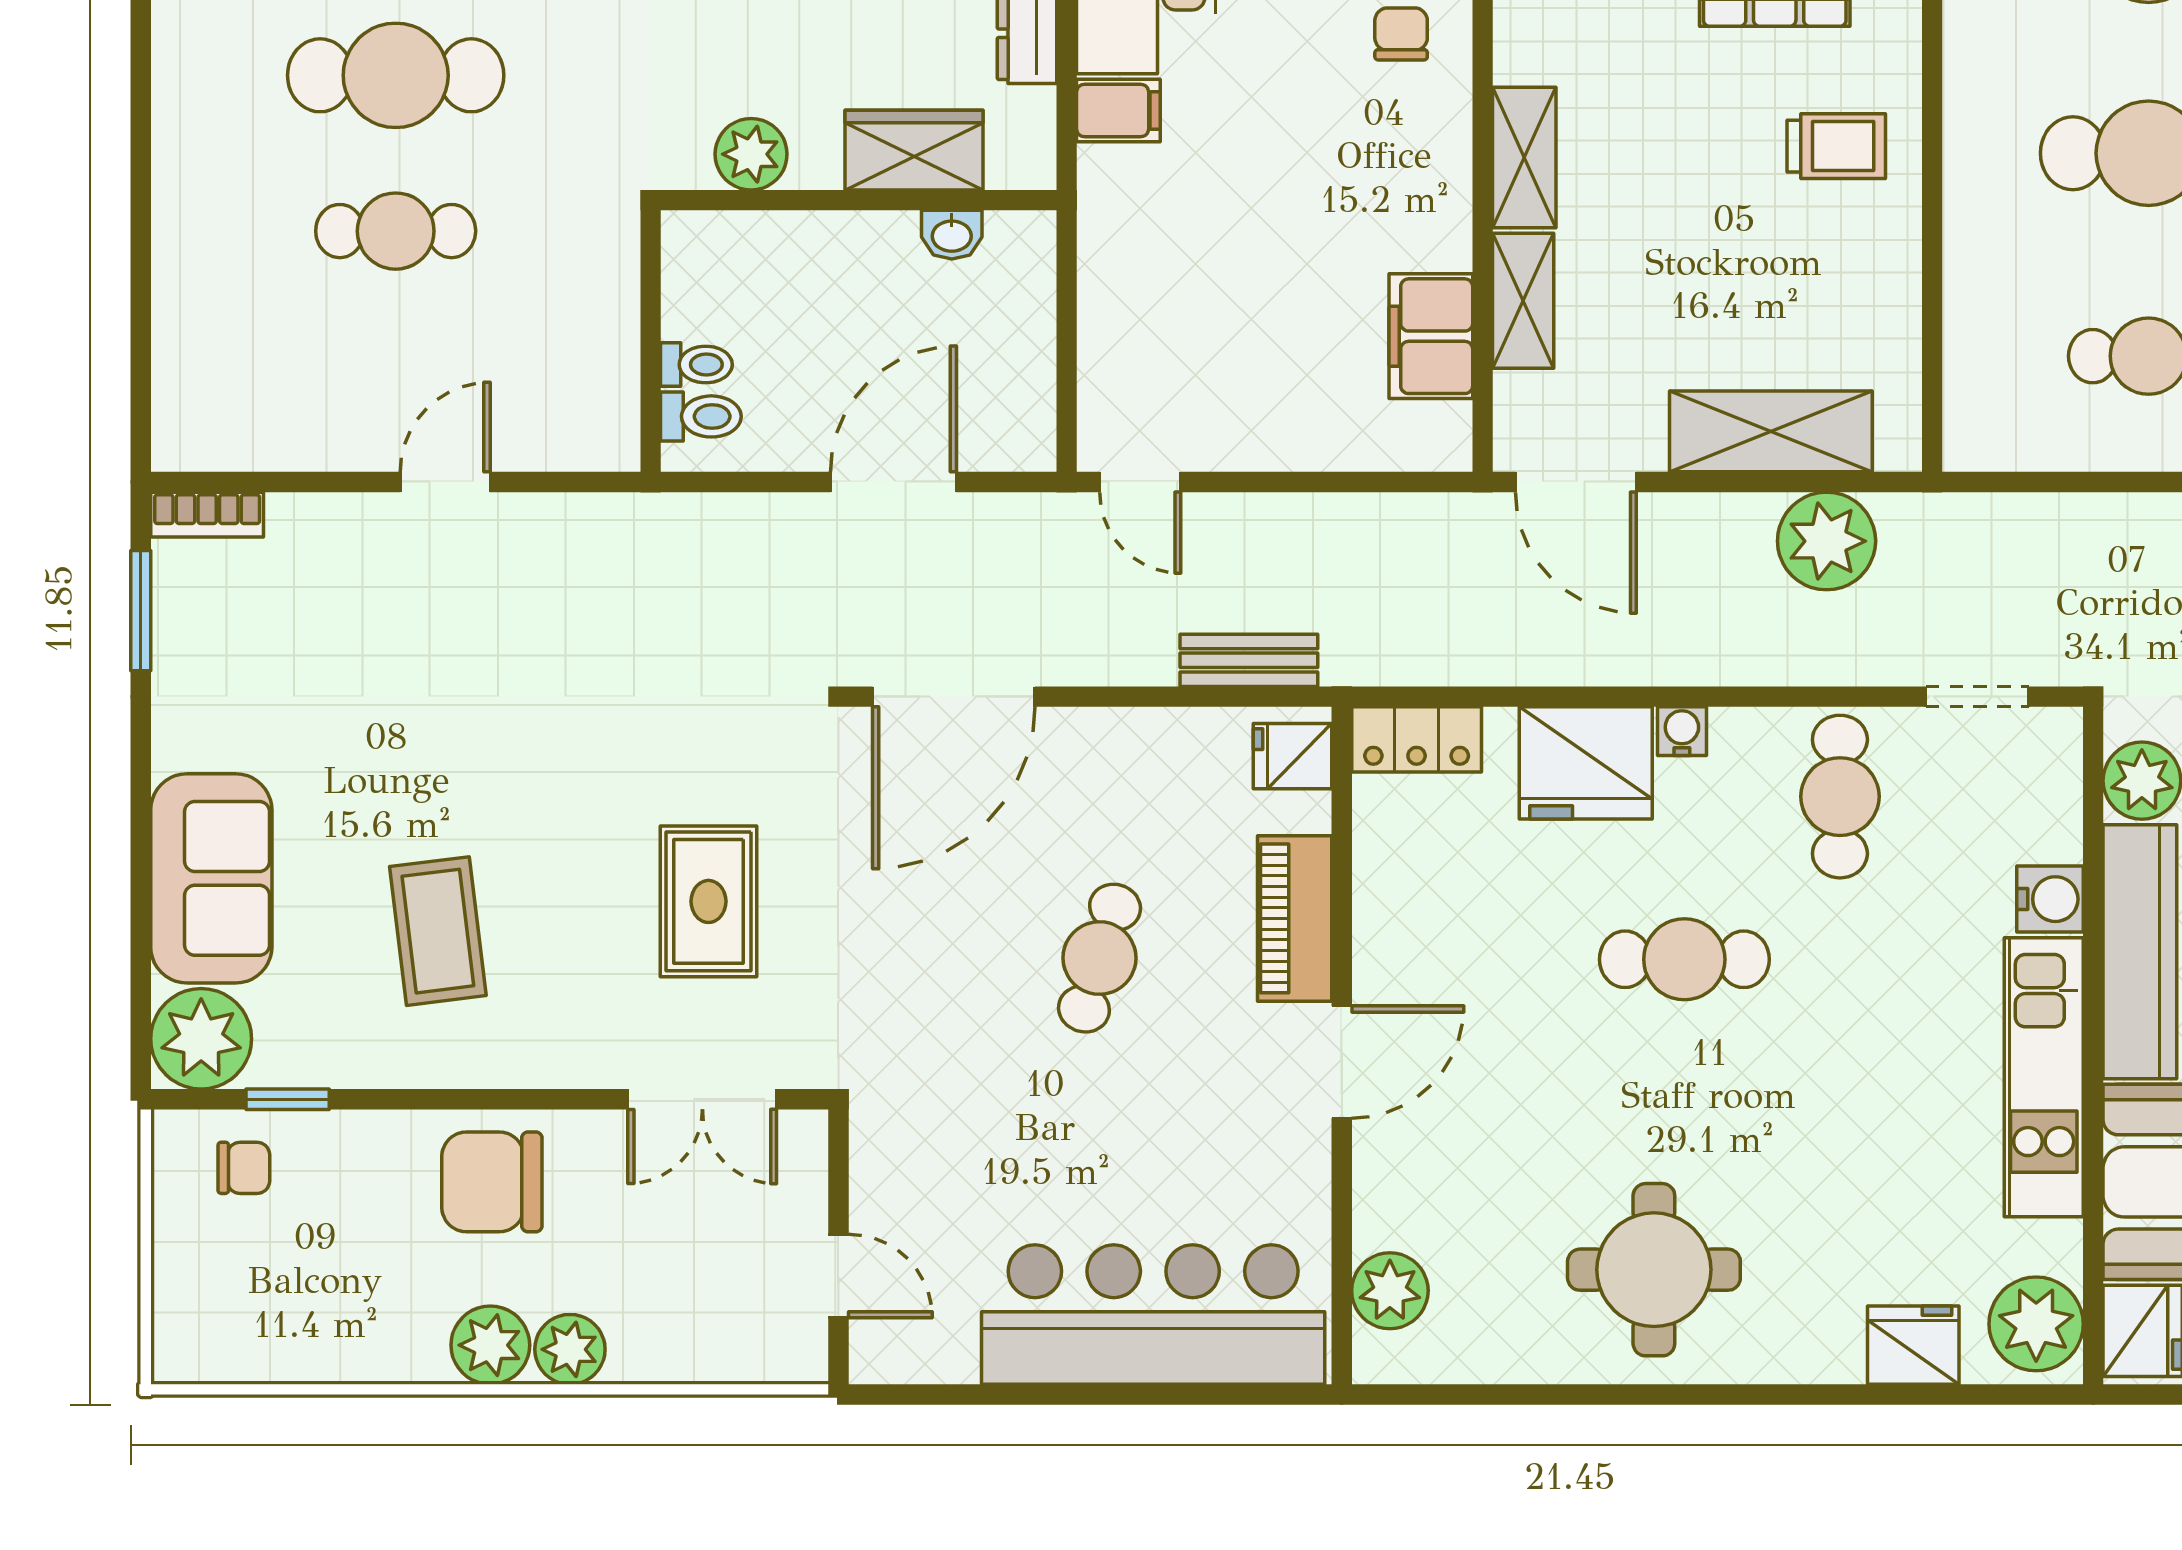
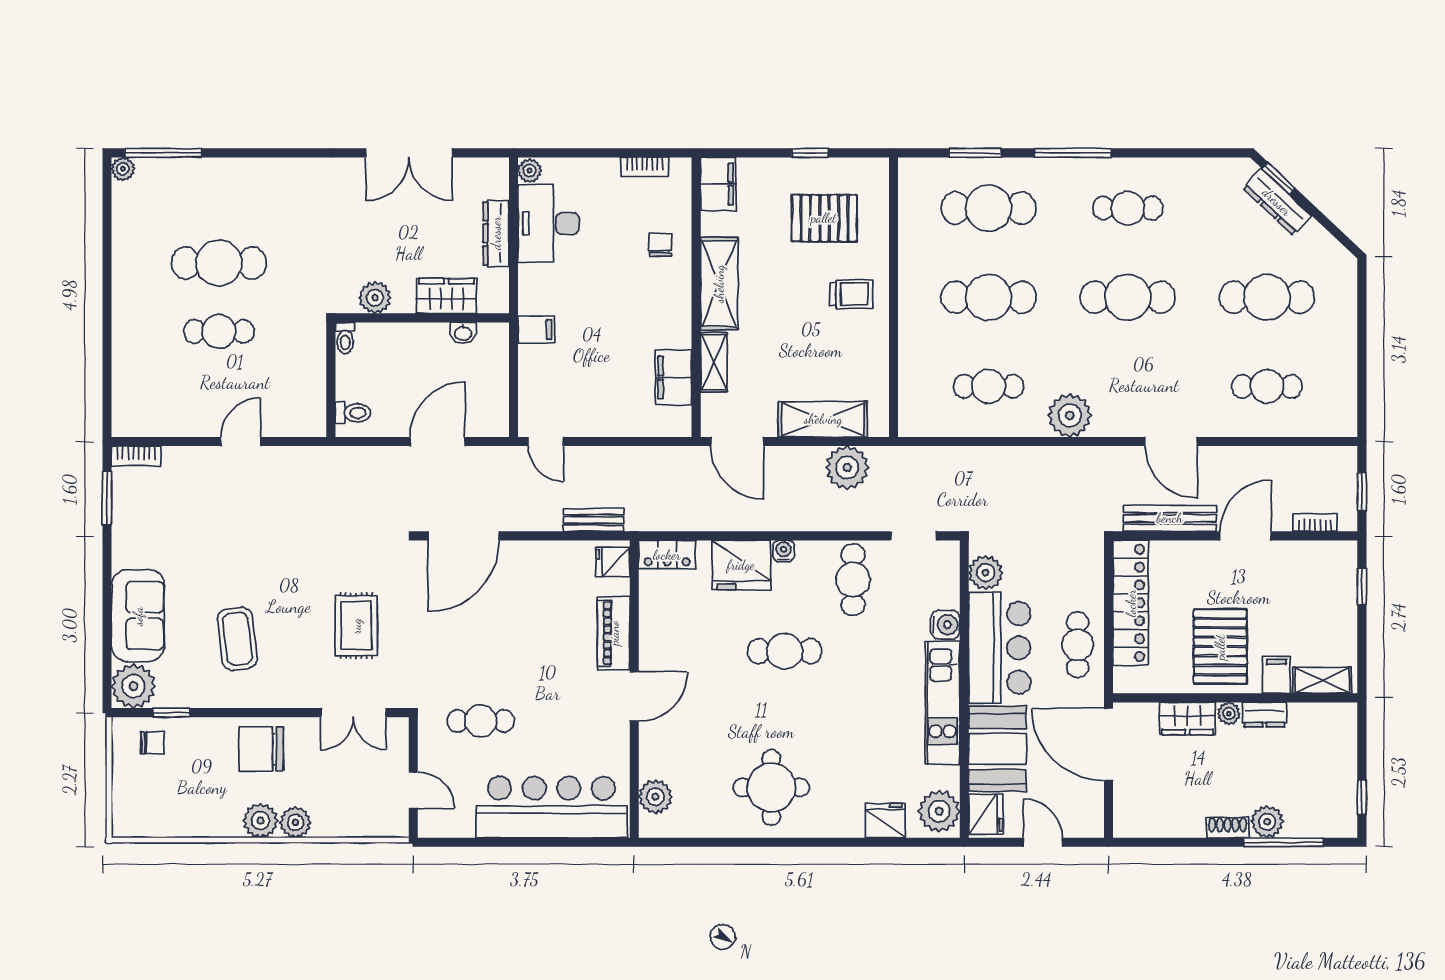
filing cabinet: (1118, 110) -> (536, 329), moved
shelving: (1524, 158) -> (719, 284), width x1.50, depth x1.33
toilet: (696, 365) -> (345, 338), moved, turned 90
cafe table: (1099, 958) -> (481, 721), moved, turned 73

